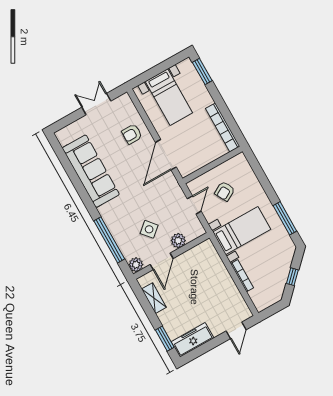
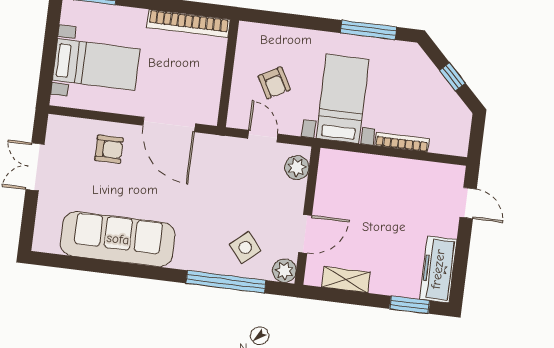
armchair: (132, 134) -> (109, 149), turned -90
side table: (149, 229) -> (245, 248), moved
plant: (178, 241) -> (297, 168), moved
door: (162, 261) -> (305, 234), hinge flipped

